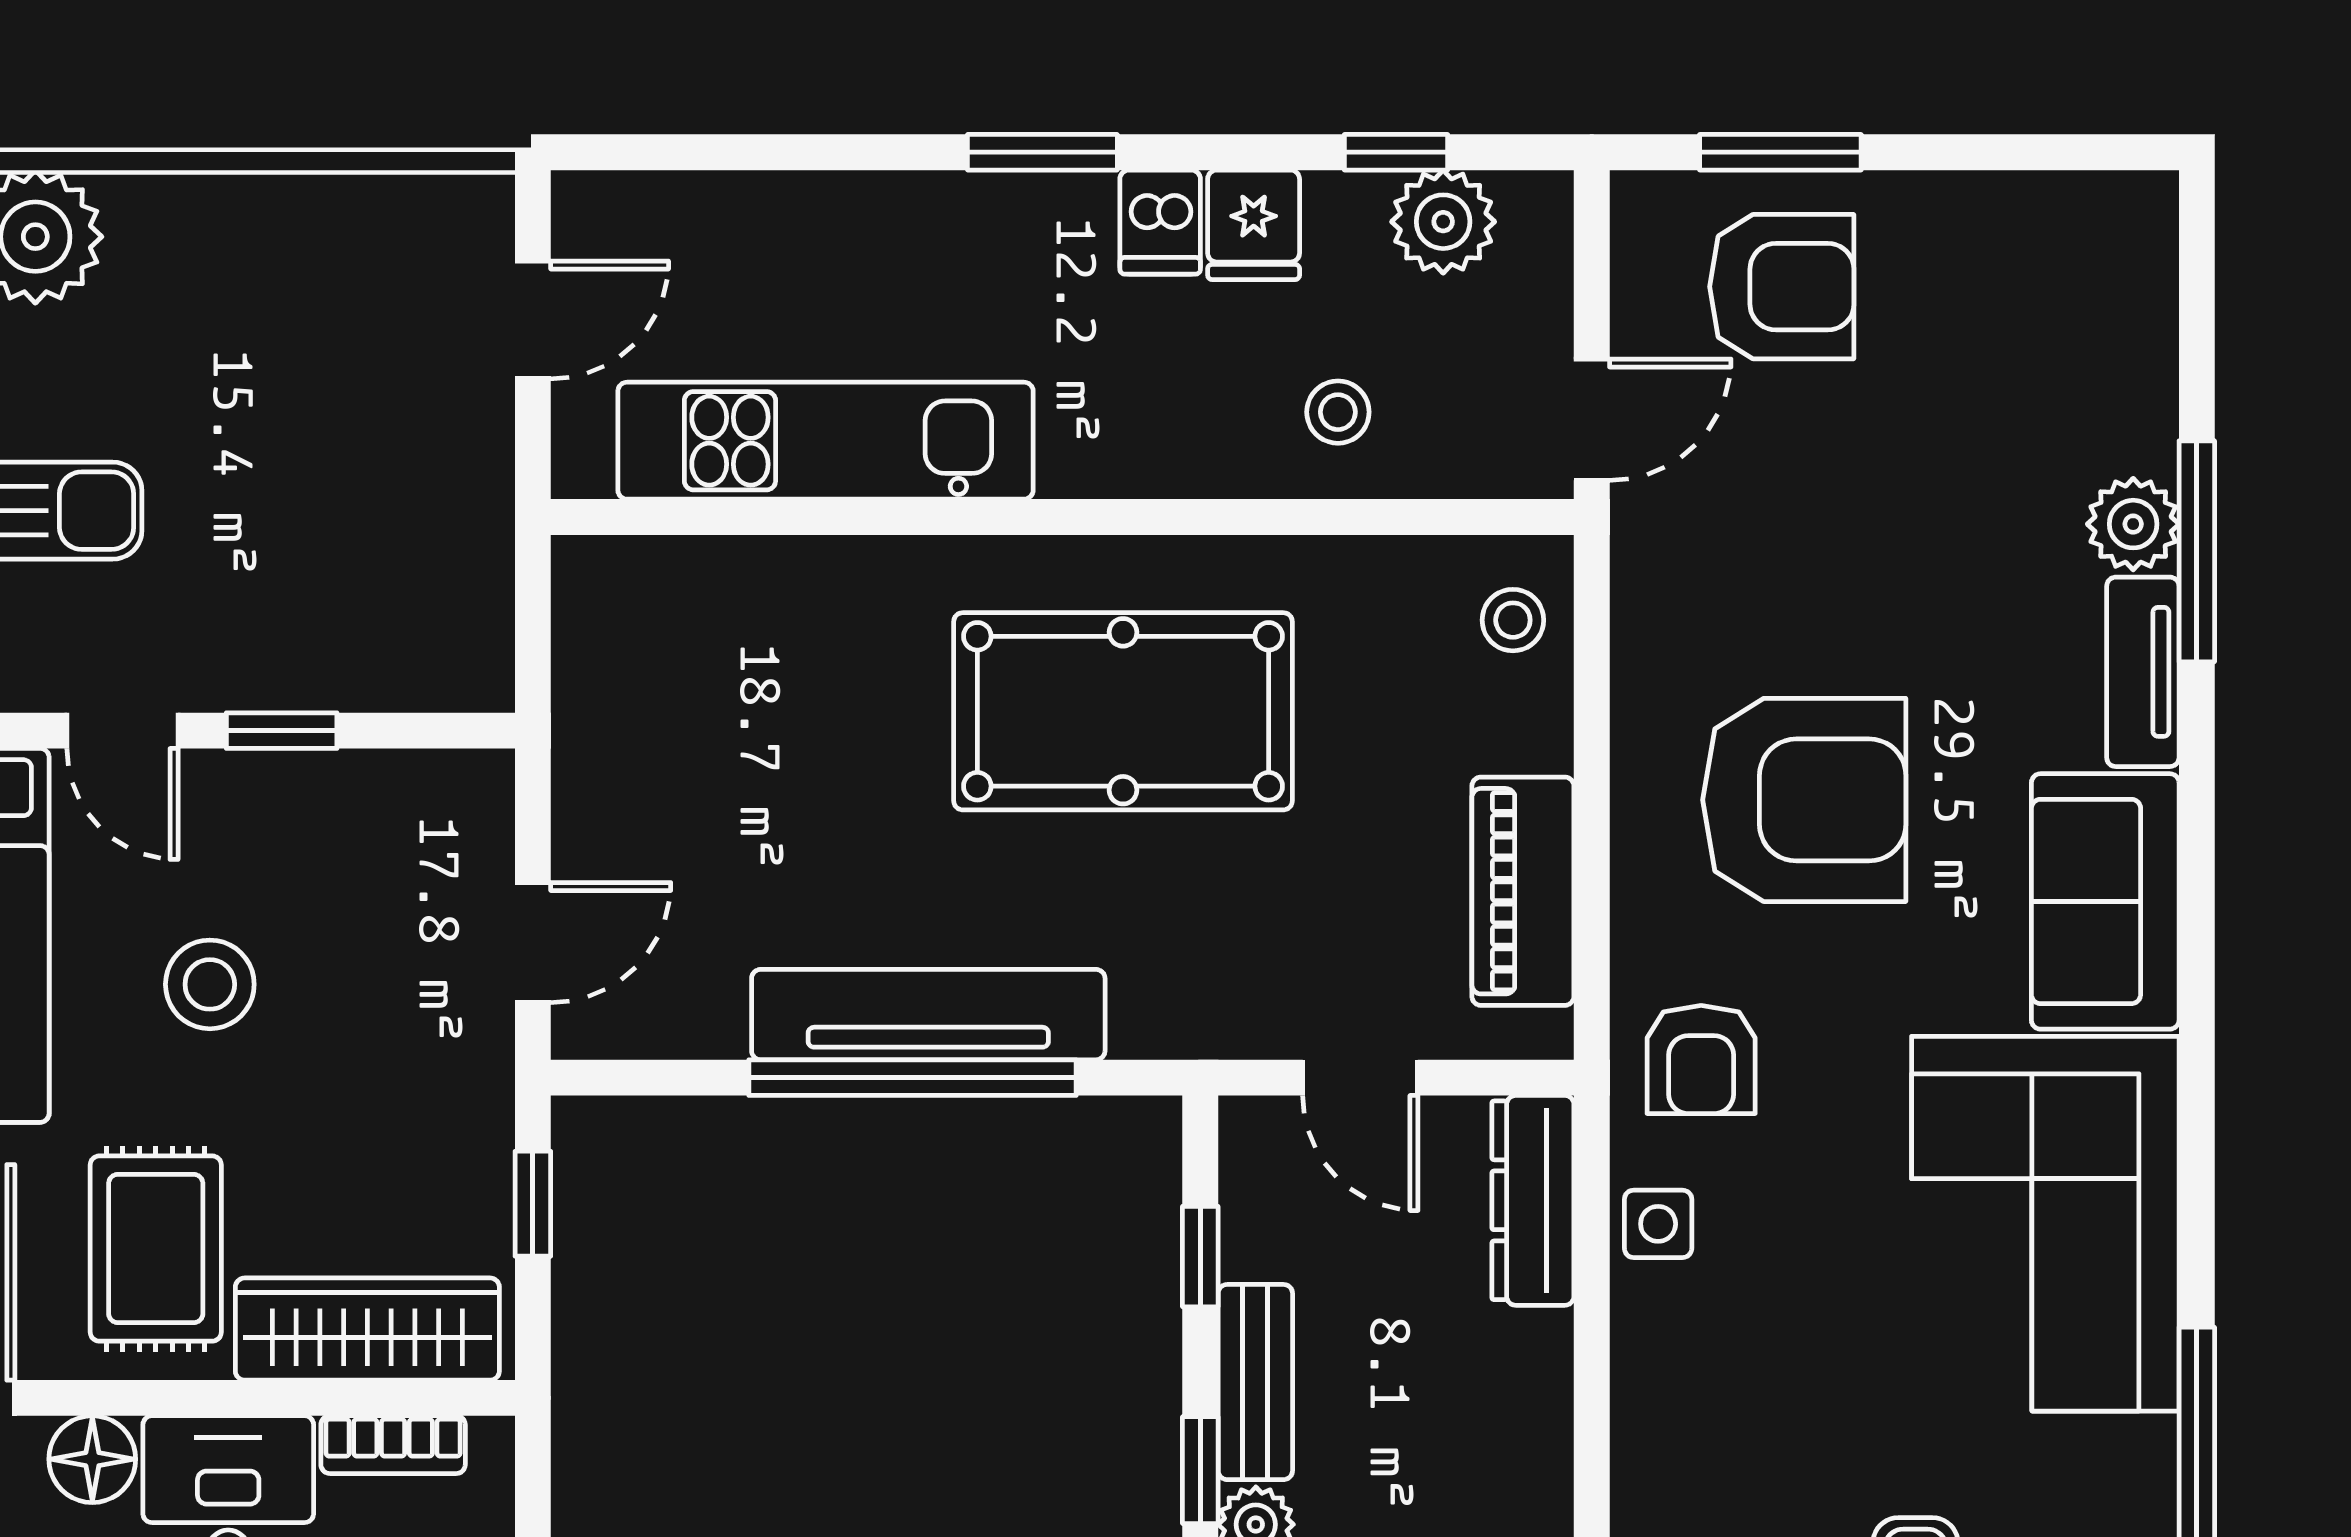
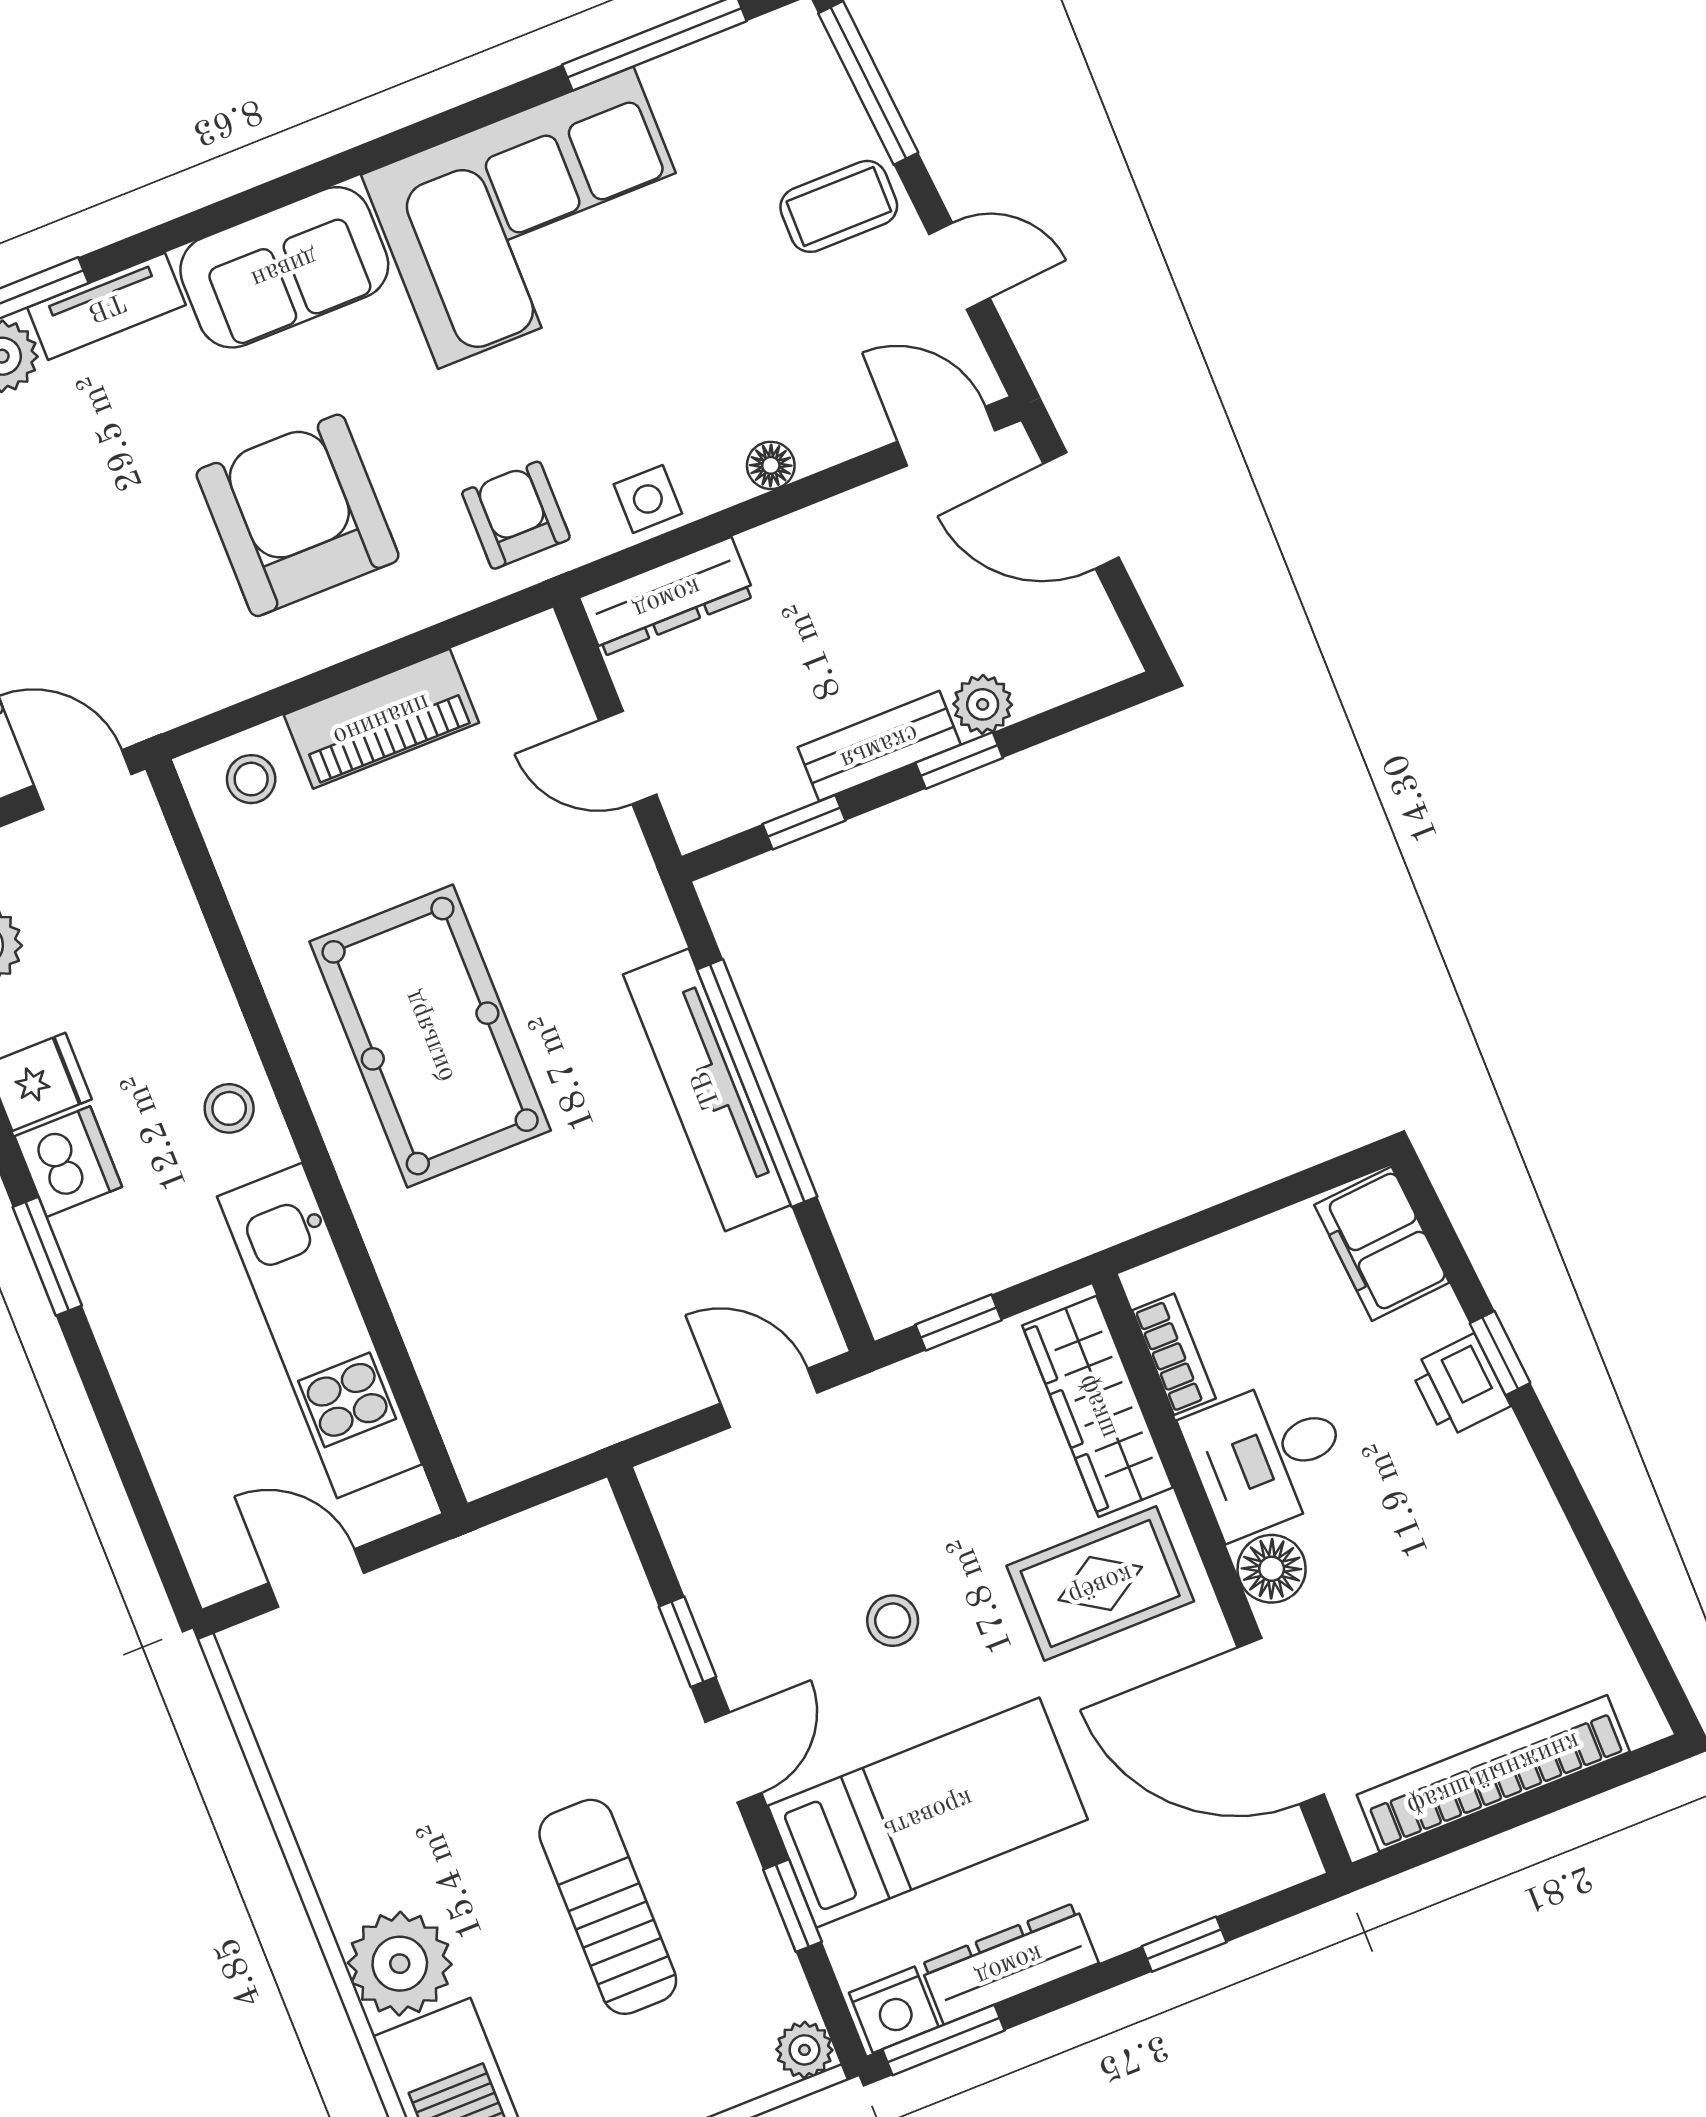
dishwasher: (1160, 222) -> (68, 1162), width x1.38
stool: (1338, 412) -> (229, 1108), moved
piano: (1523, 891) -> (381, 719), moved
stool: (210, 984) -> (893, 1621), width x0.73, depth x0.73
armchair: (1701, 1060) -> (516, 515), turned -90
door: (1360, 1078) -> (628, 758), swing flipped
floor lamp: (1640, 1386) -> (771, 465), added

